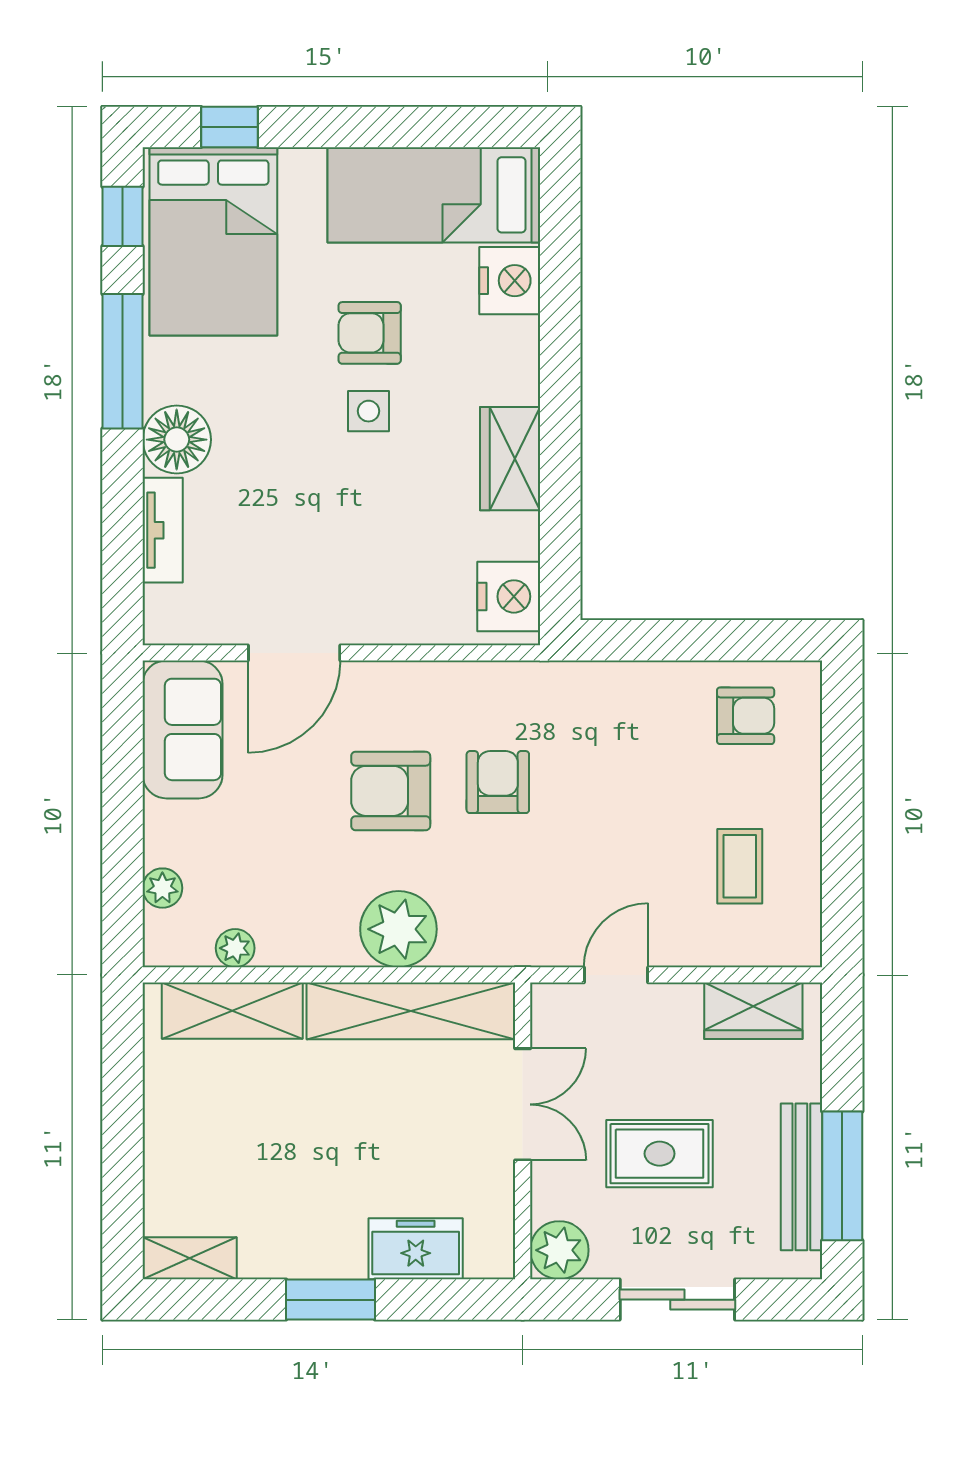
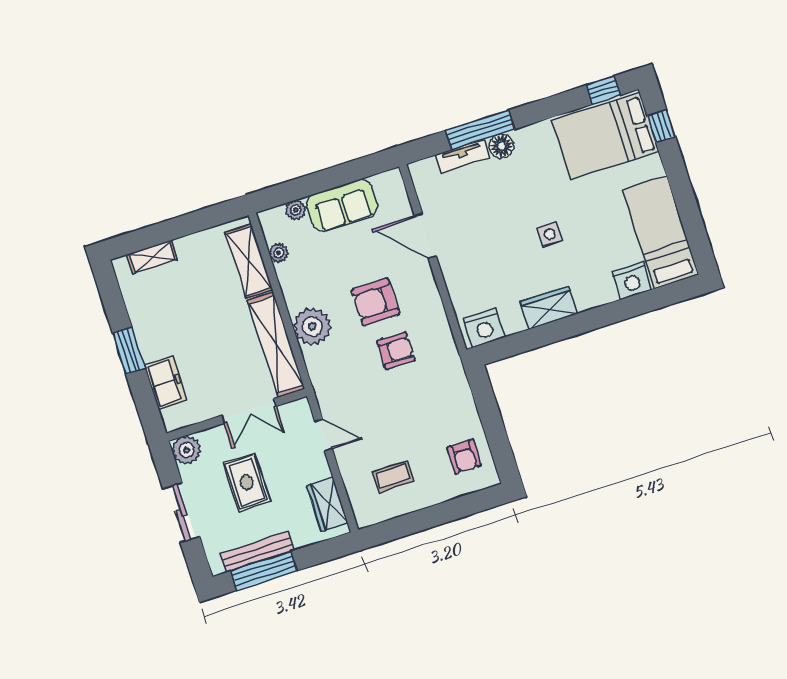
armchair: (370, 333) -> (586, 223), removed
window: (122, 361) -> (480, 130), moved
floor lamp: (177, 440) -> (502, 146), width x0.73, depth x0.73
sofa: (183, 729) -> (342, 205), moved
armchair: (391, 791) -> (376, 302), turned -90
shelving: (190, 1258) -> (152, 257), moved, turned 90

